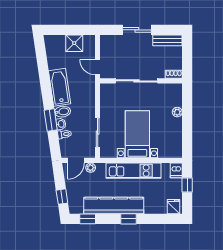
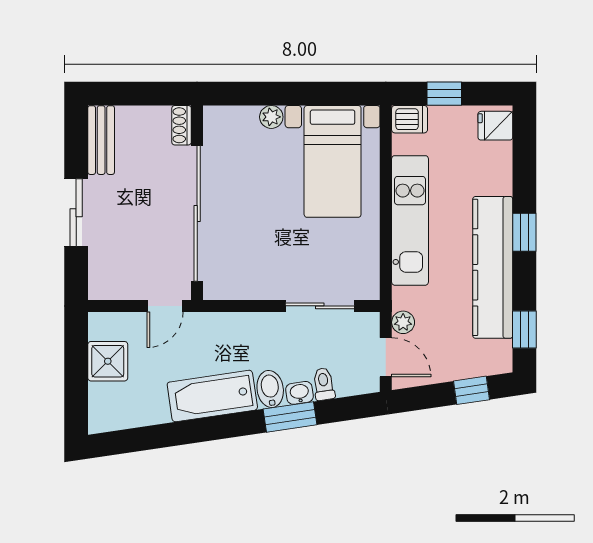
sliding door: (137, 81) -> (197, 213), width x1.36
bed with nightstands: (137, 134) -> (333, 161), moved, turned -90

